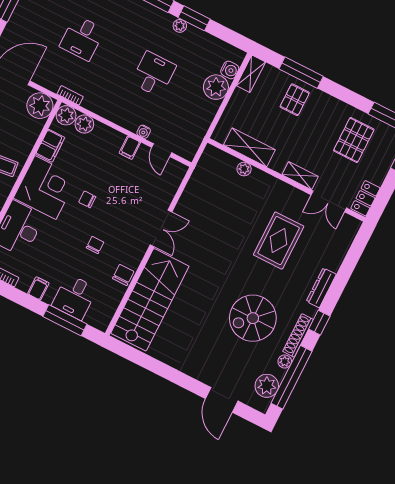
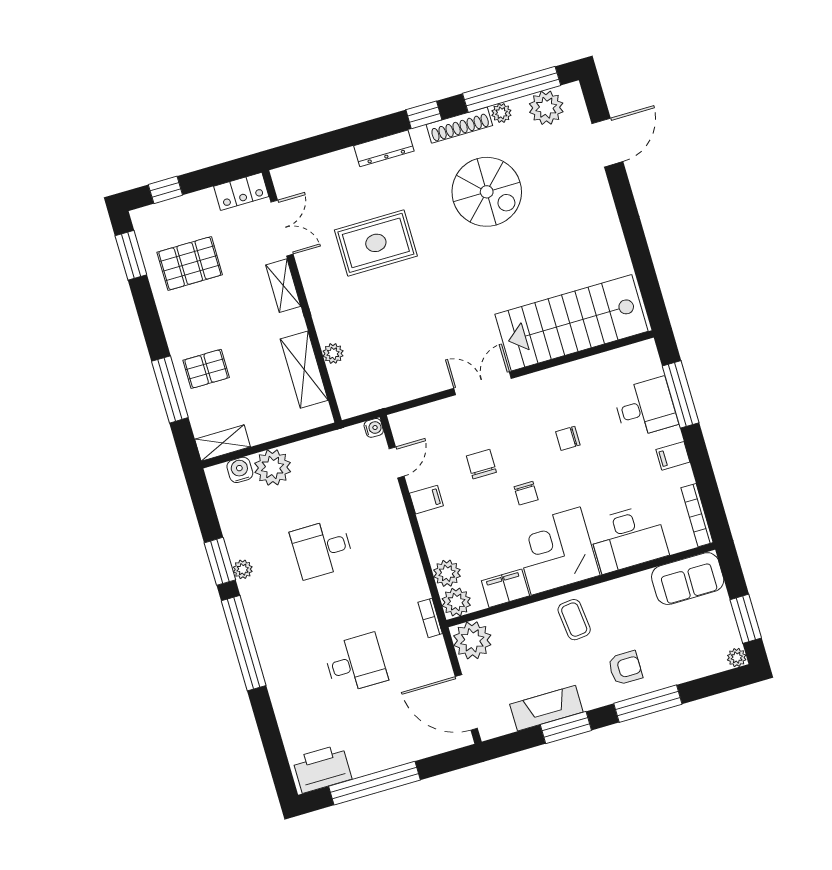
water cooler: (144, 132) -> (374, 428), moved
chair: (123, 275) -> (481, 464), moved, turned 90

